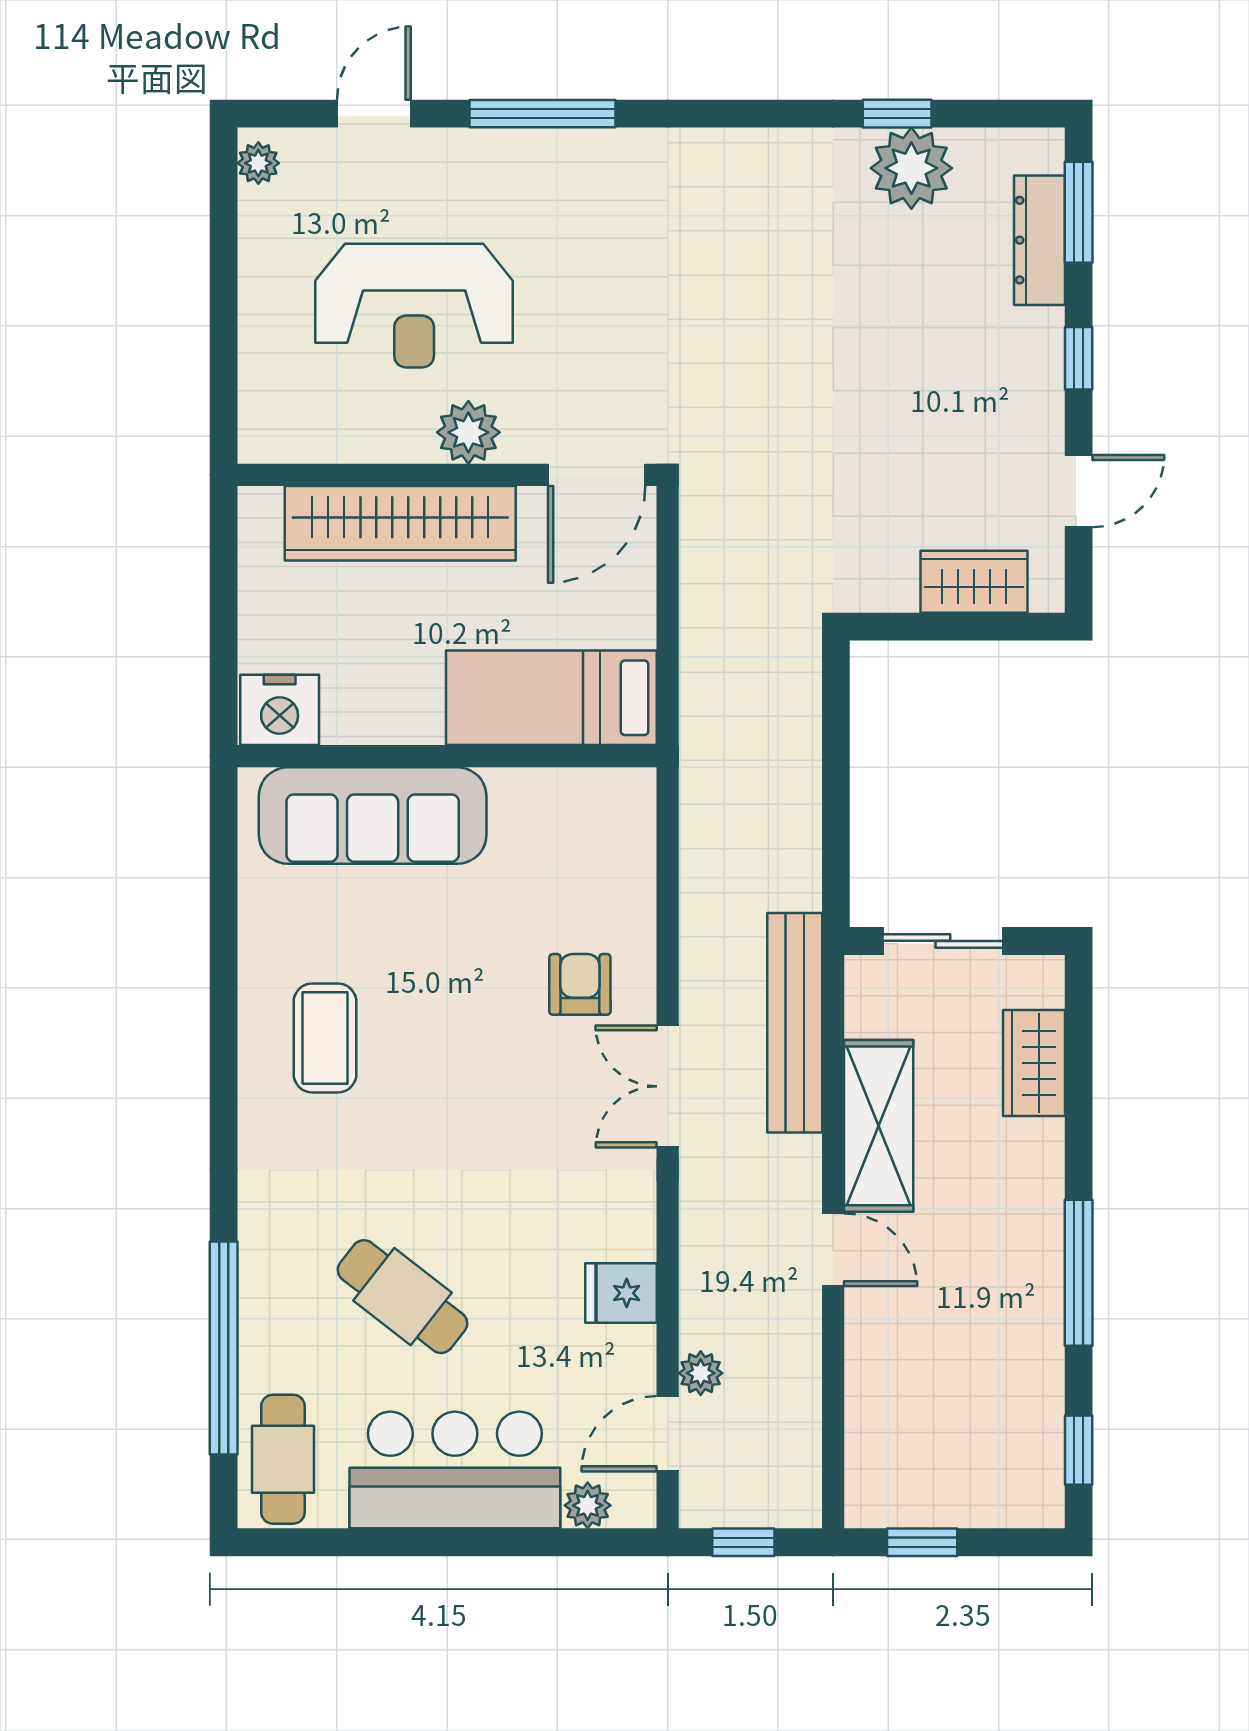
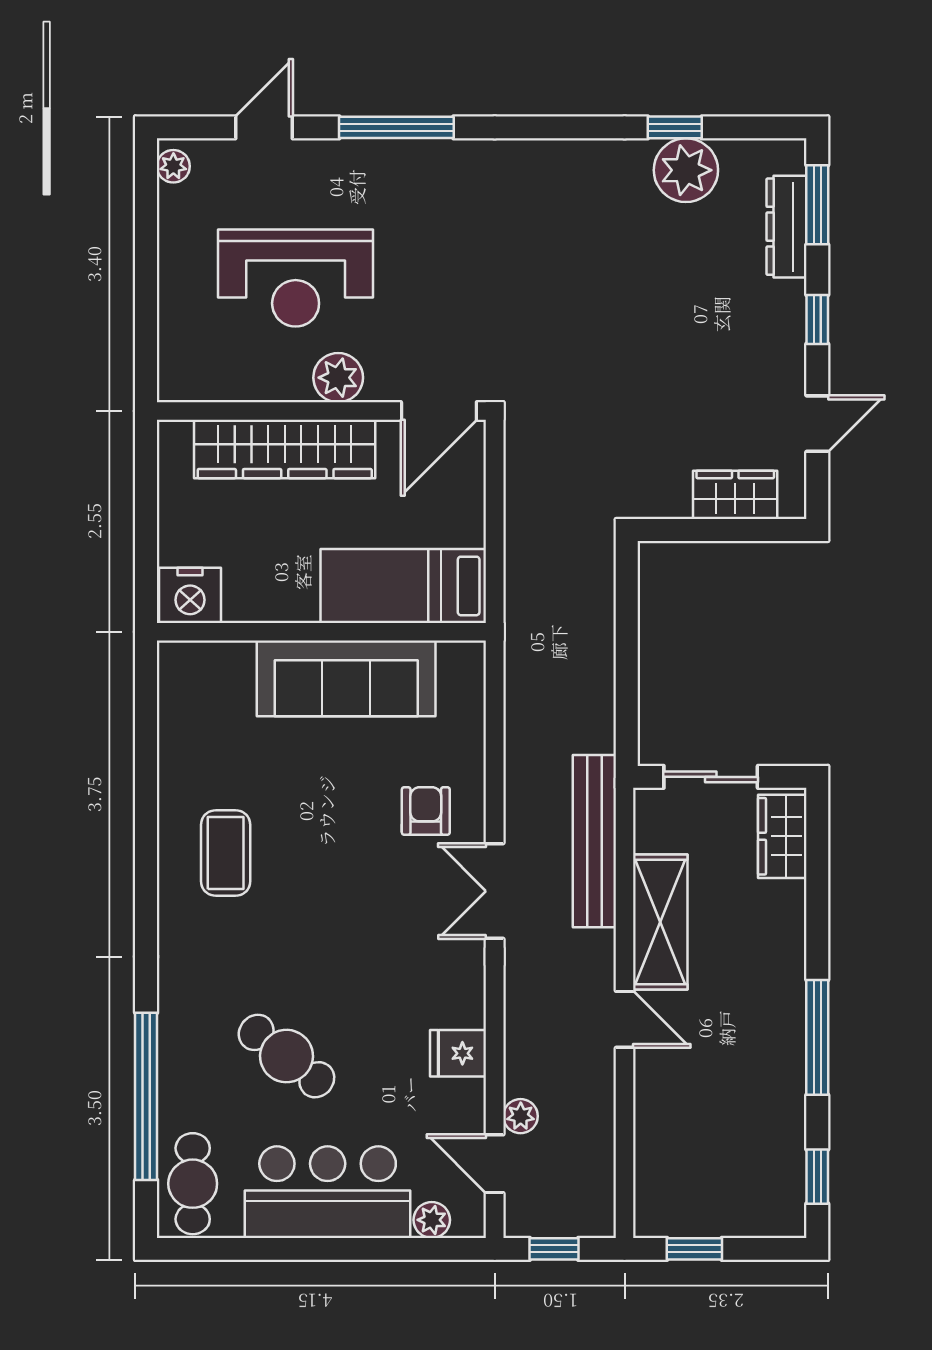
sofa: (373, 816) -> (346, 678), moved
wardrobe: (1034, 1063) -> (782, 836), moved
door: (668, 1434) -> (495, 1164), hinge flipped

